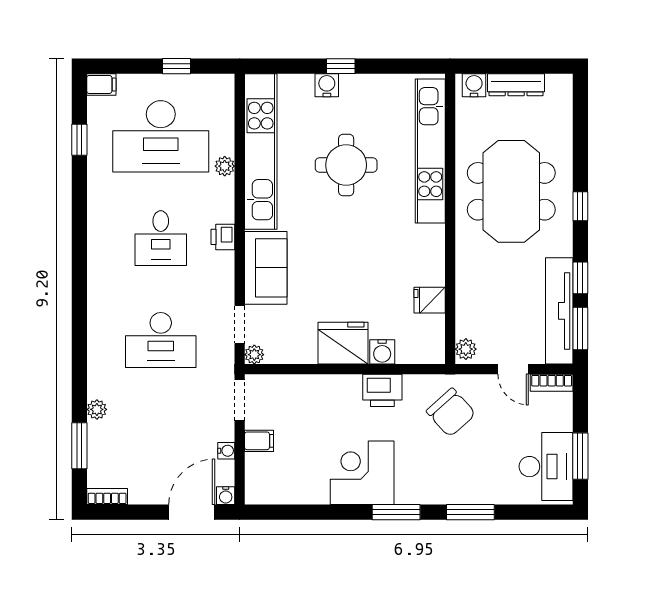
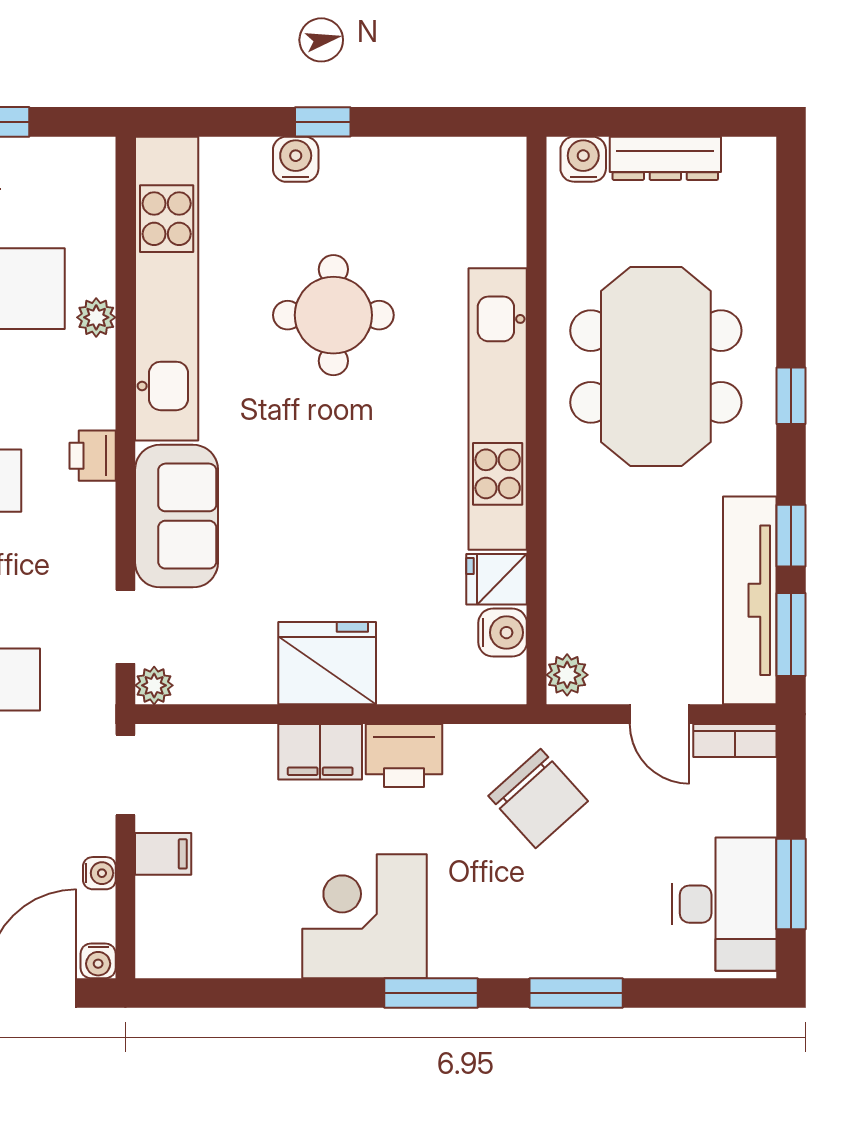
kitchen unit: (430, 151) -> (498, 409), moved
water cooler: (382, 352) -> (503, 633), moved, turned -90
filing cabinet: (339, 389) -> (320, 752), added

